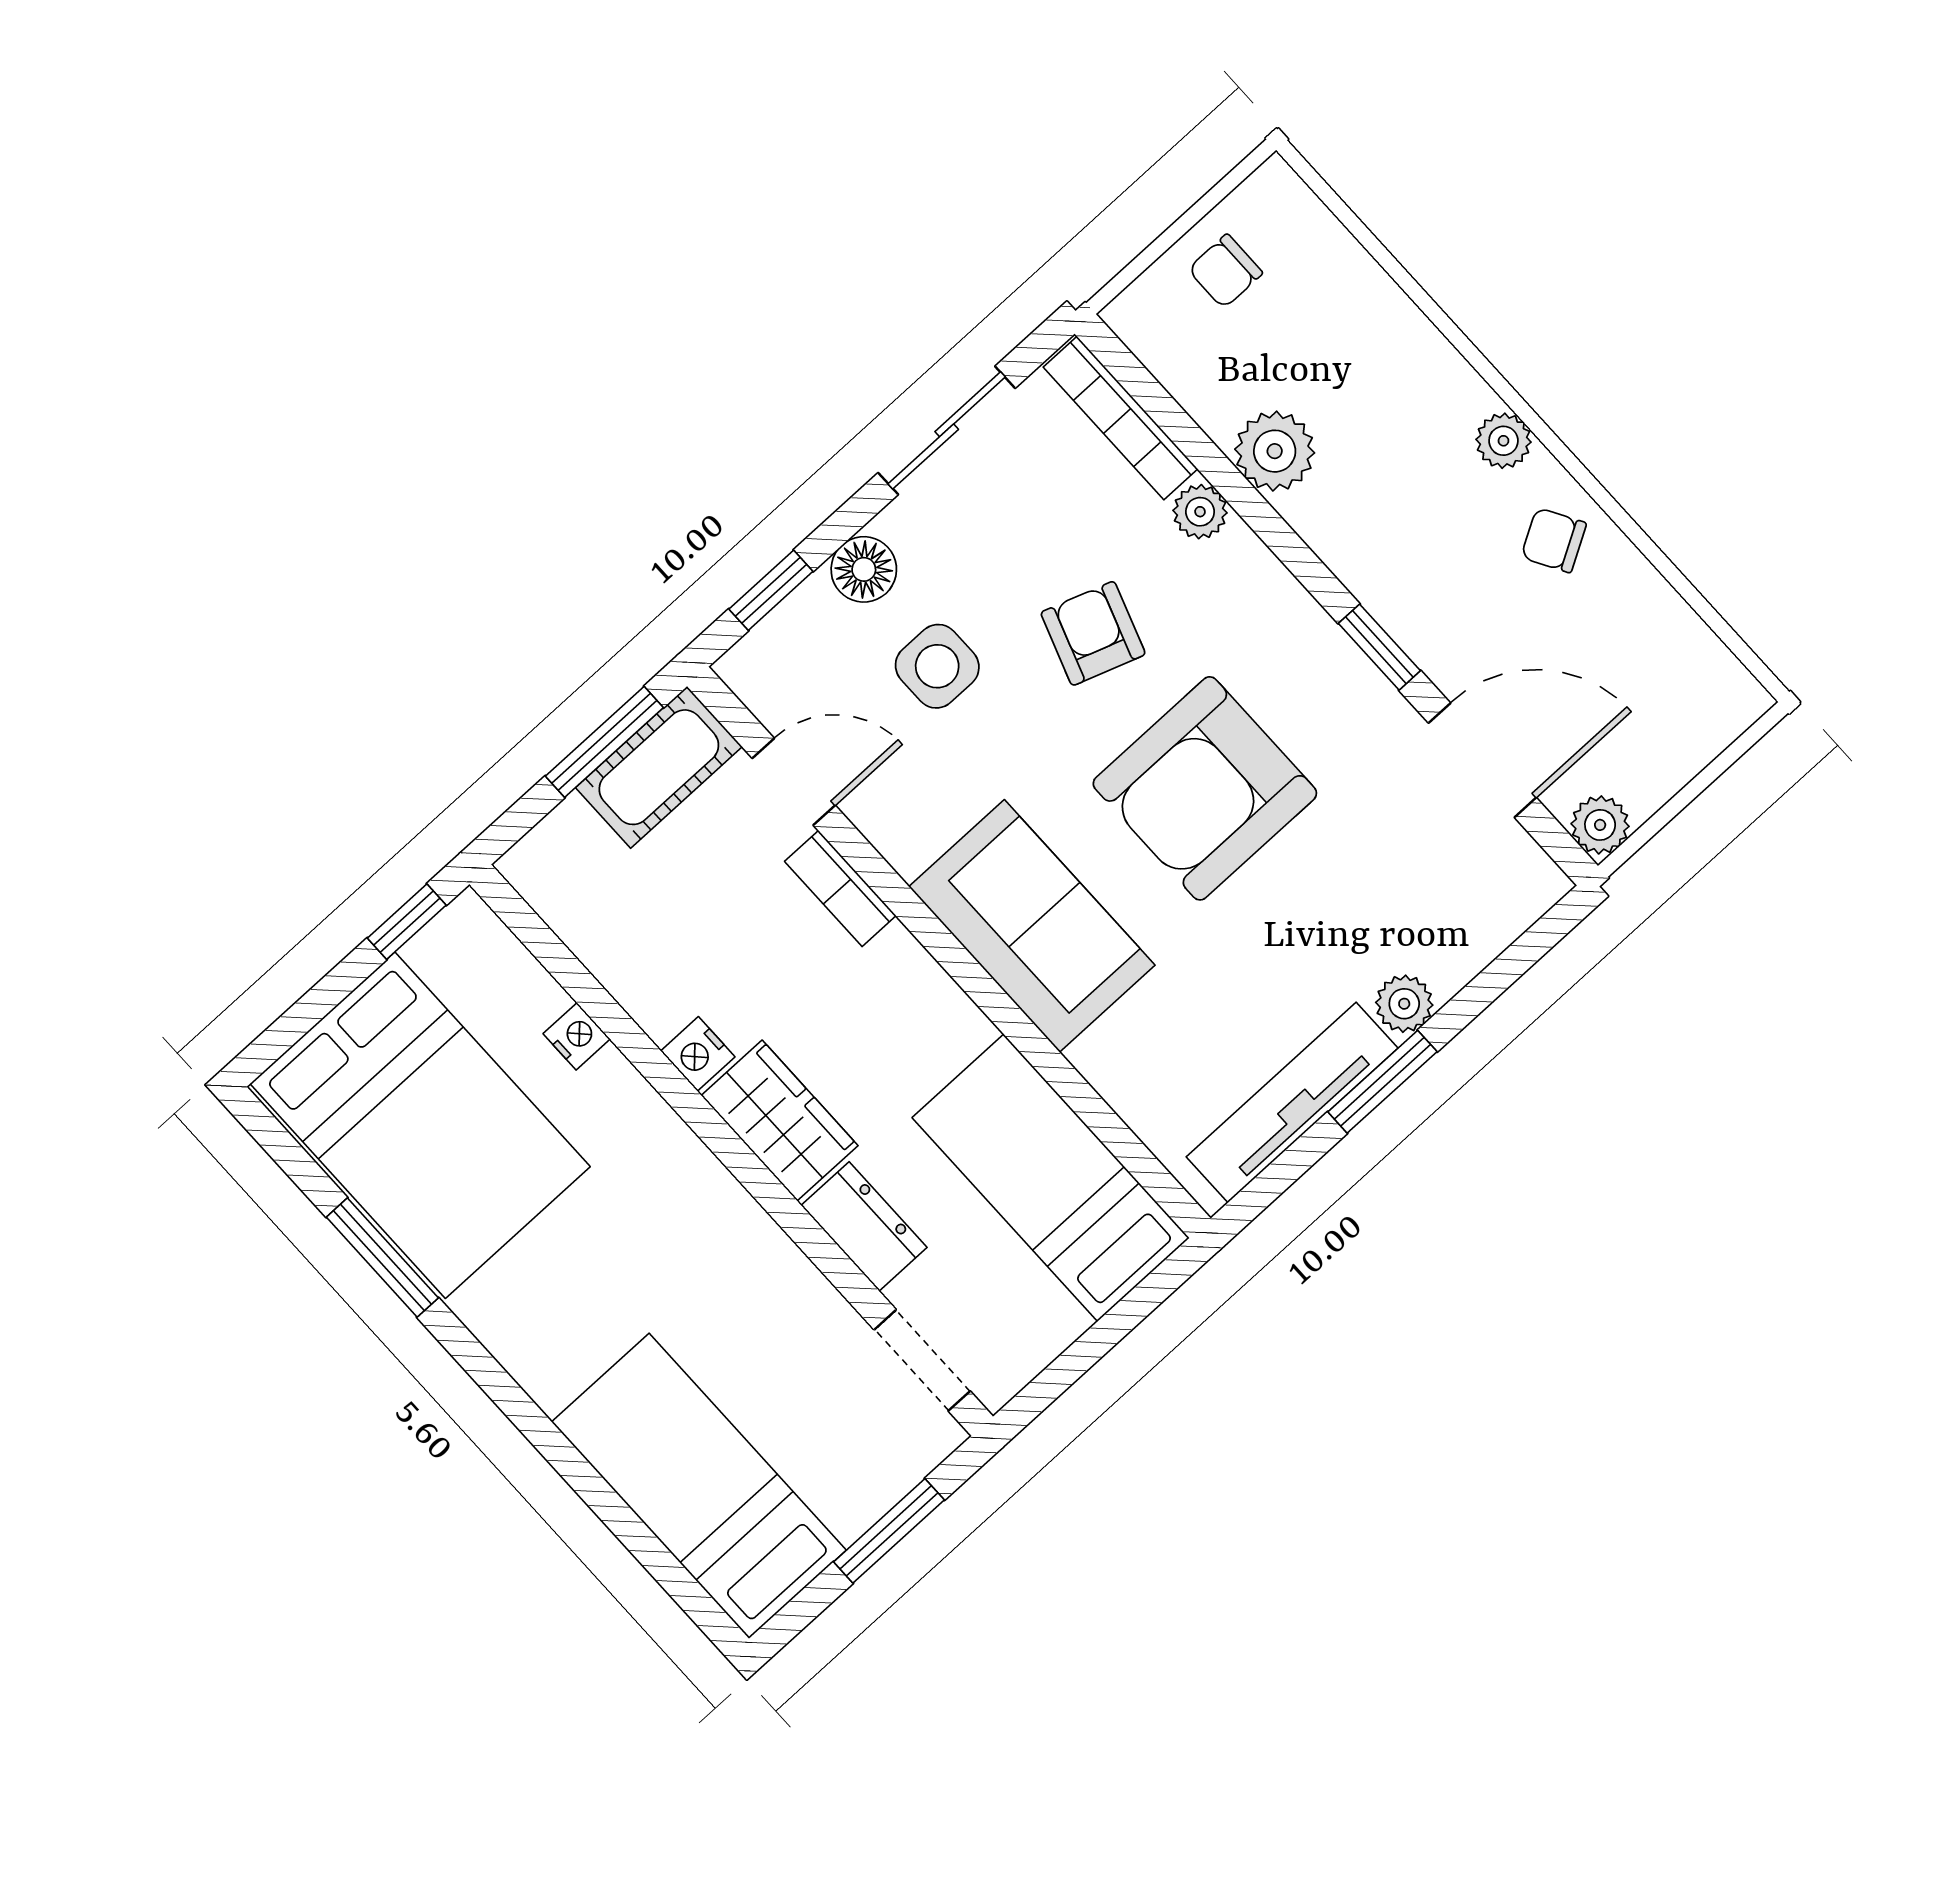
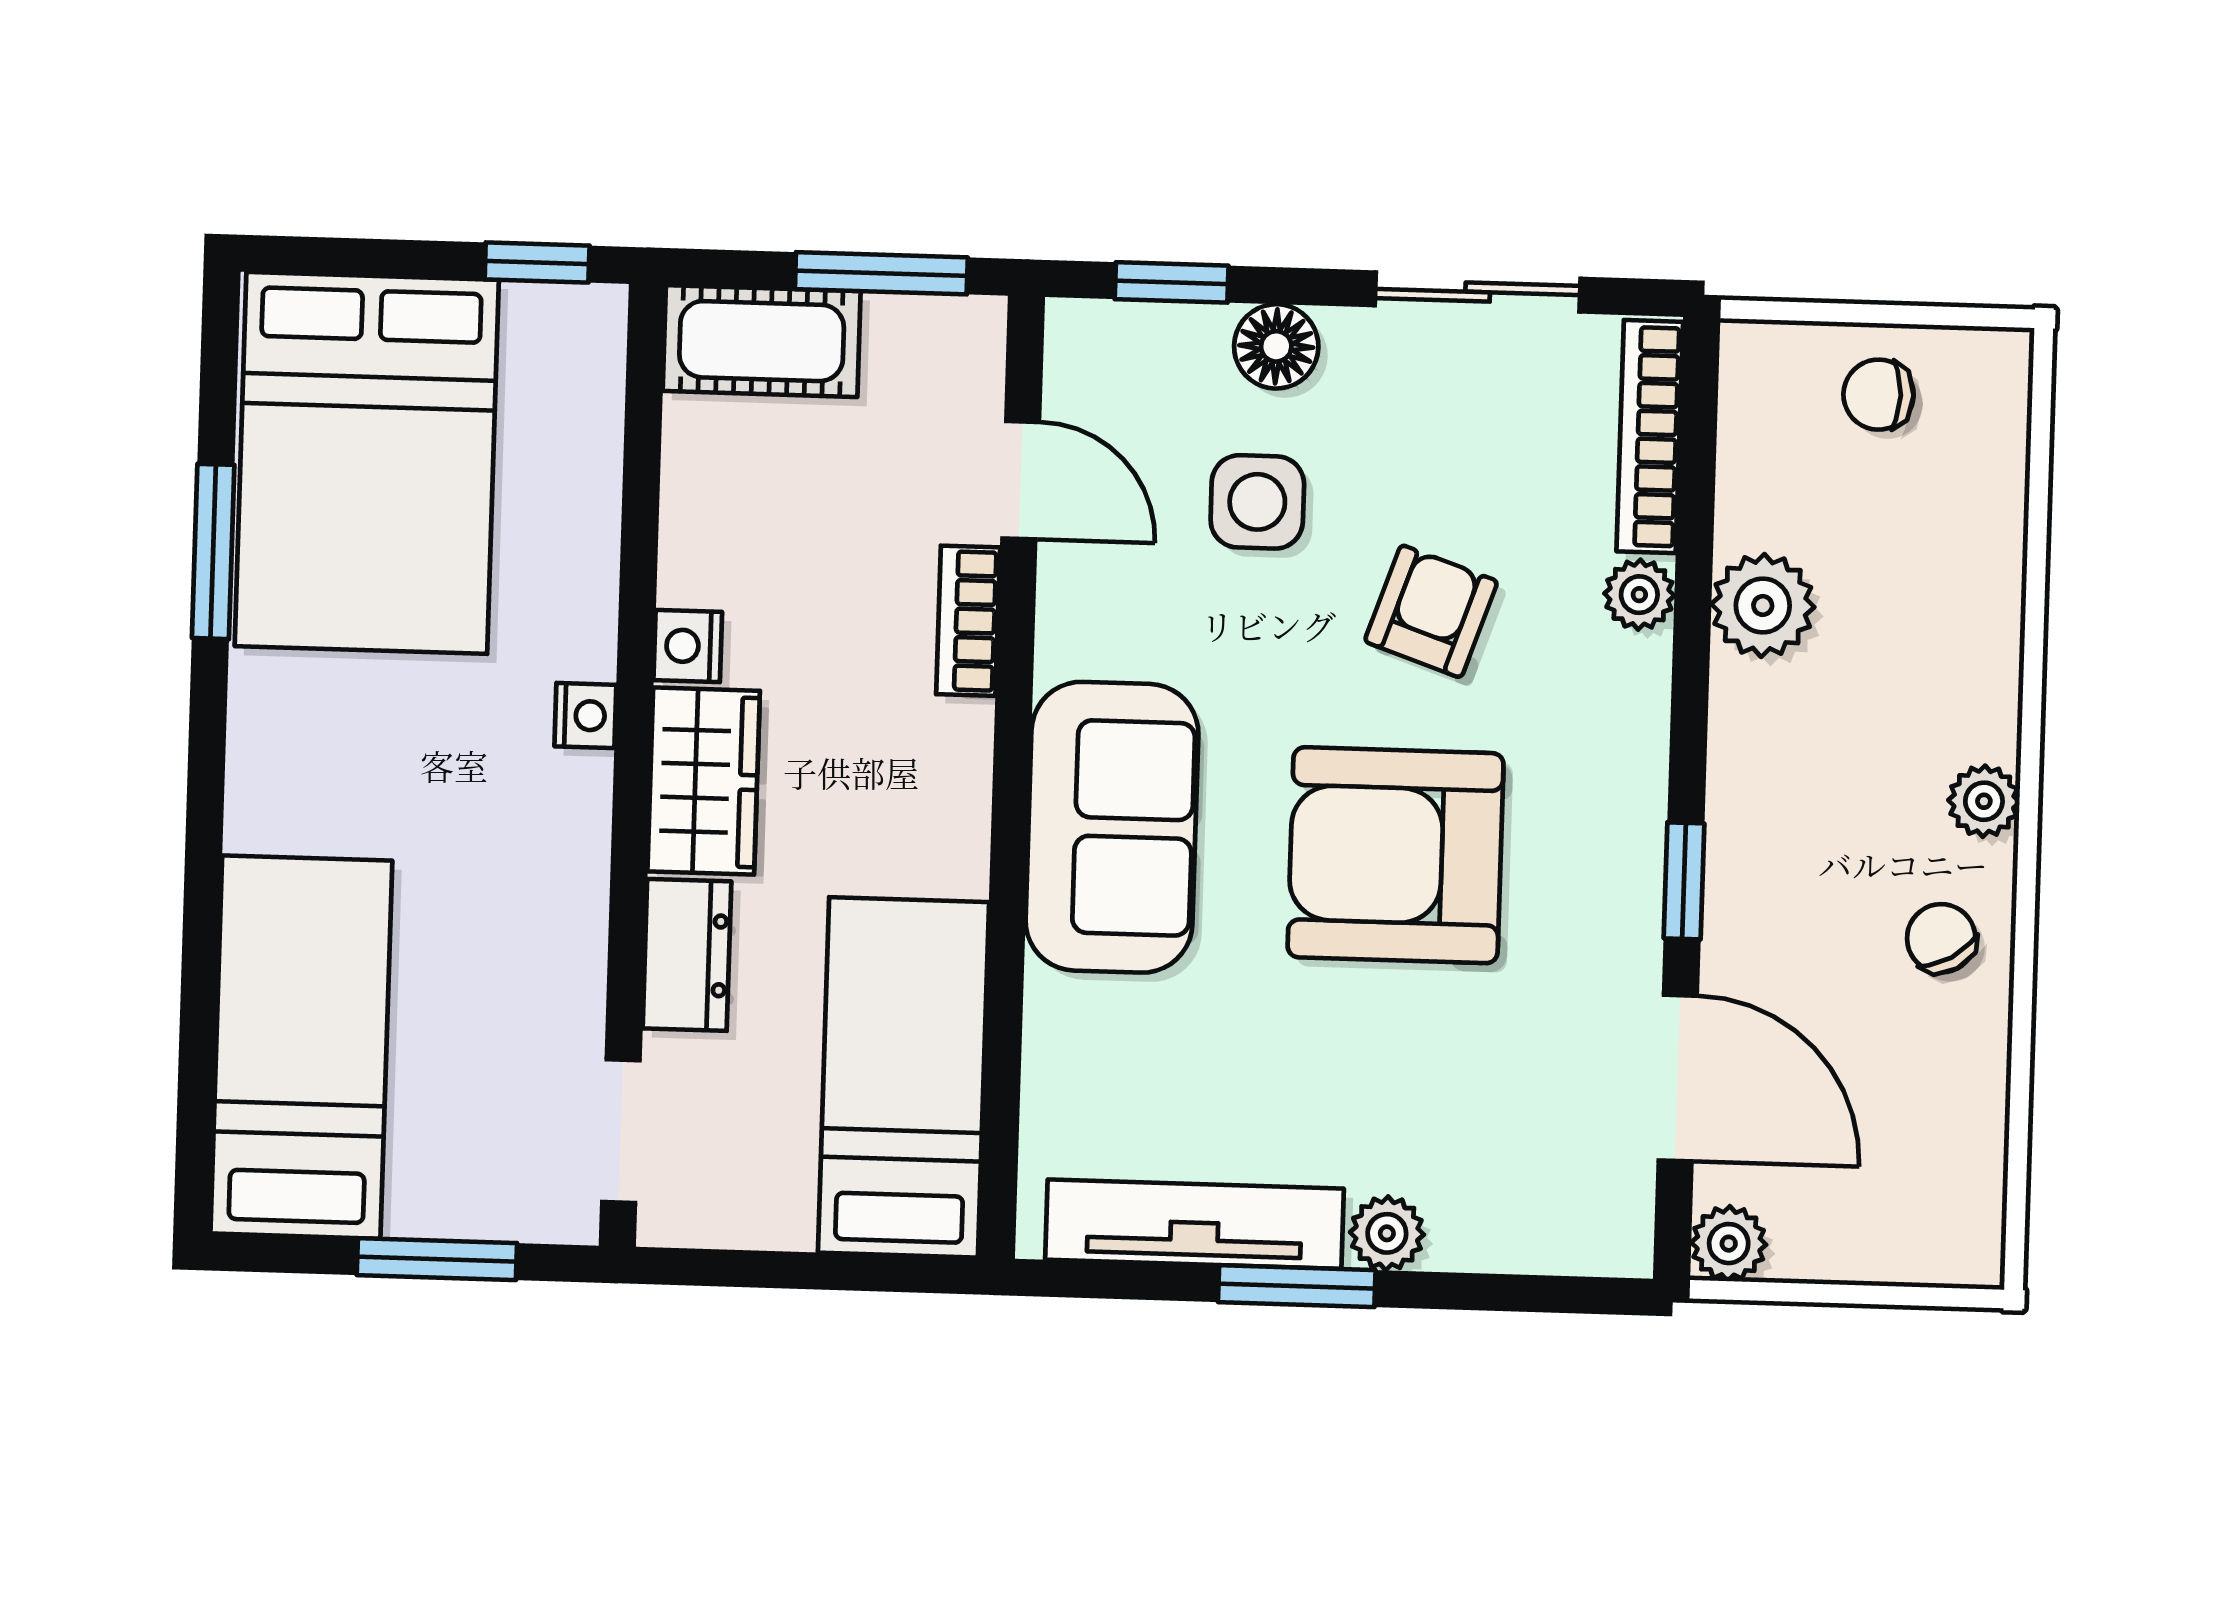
cot: (659, 767) -> (762, 341), moved
nightstand: (577, 1036) -> (585, 716), moved

